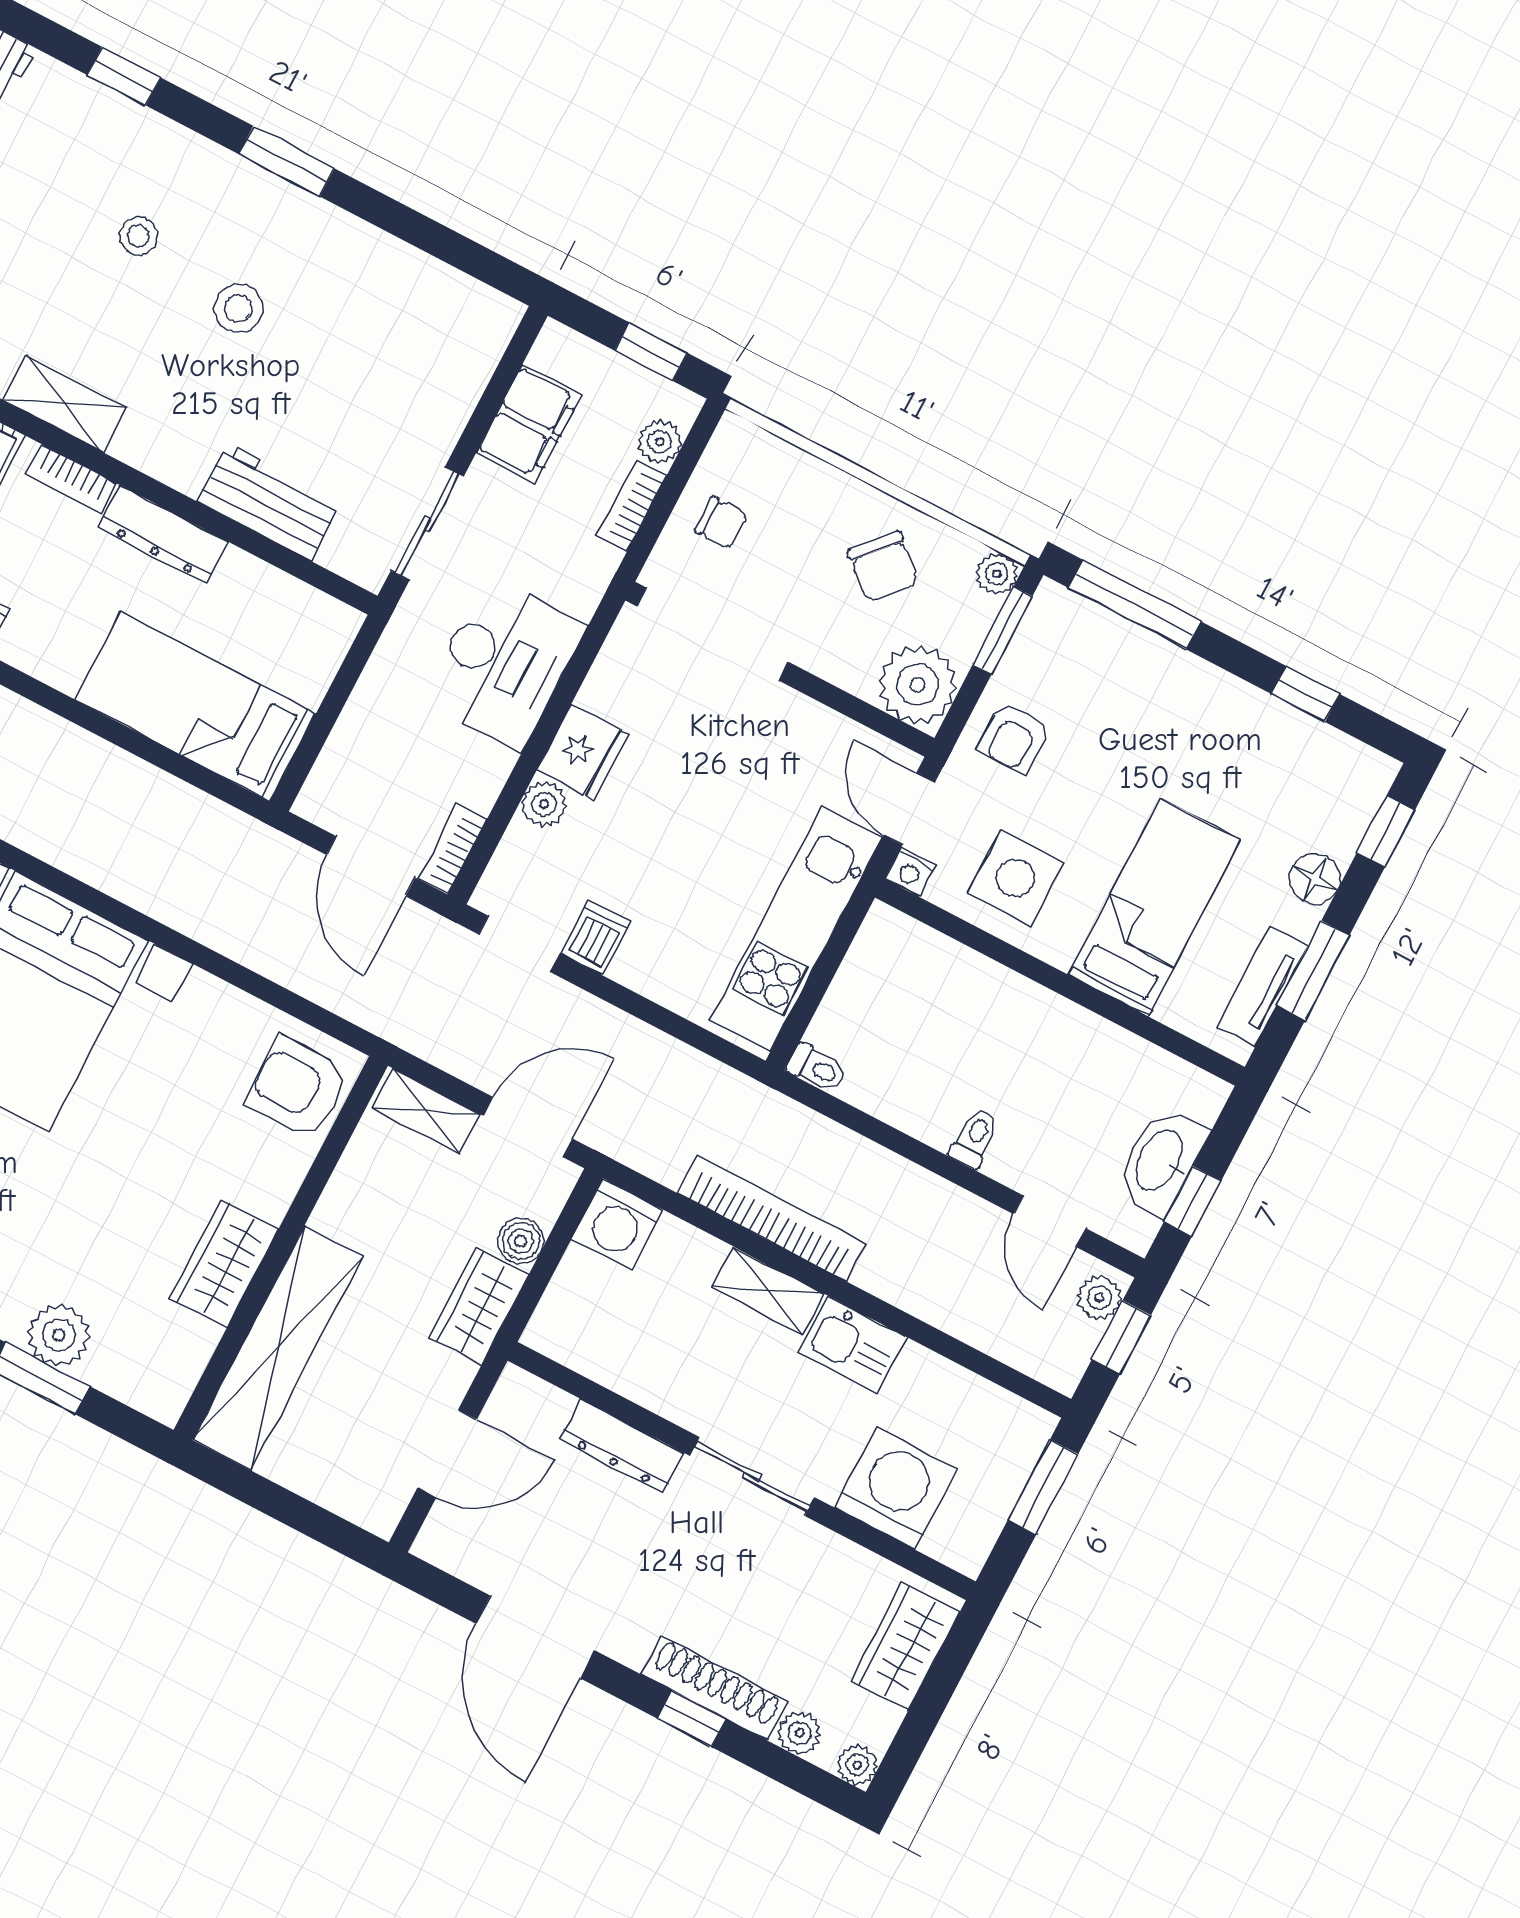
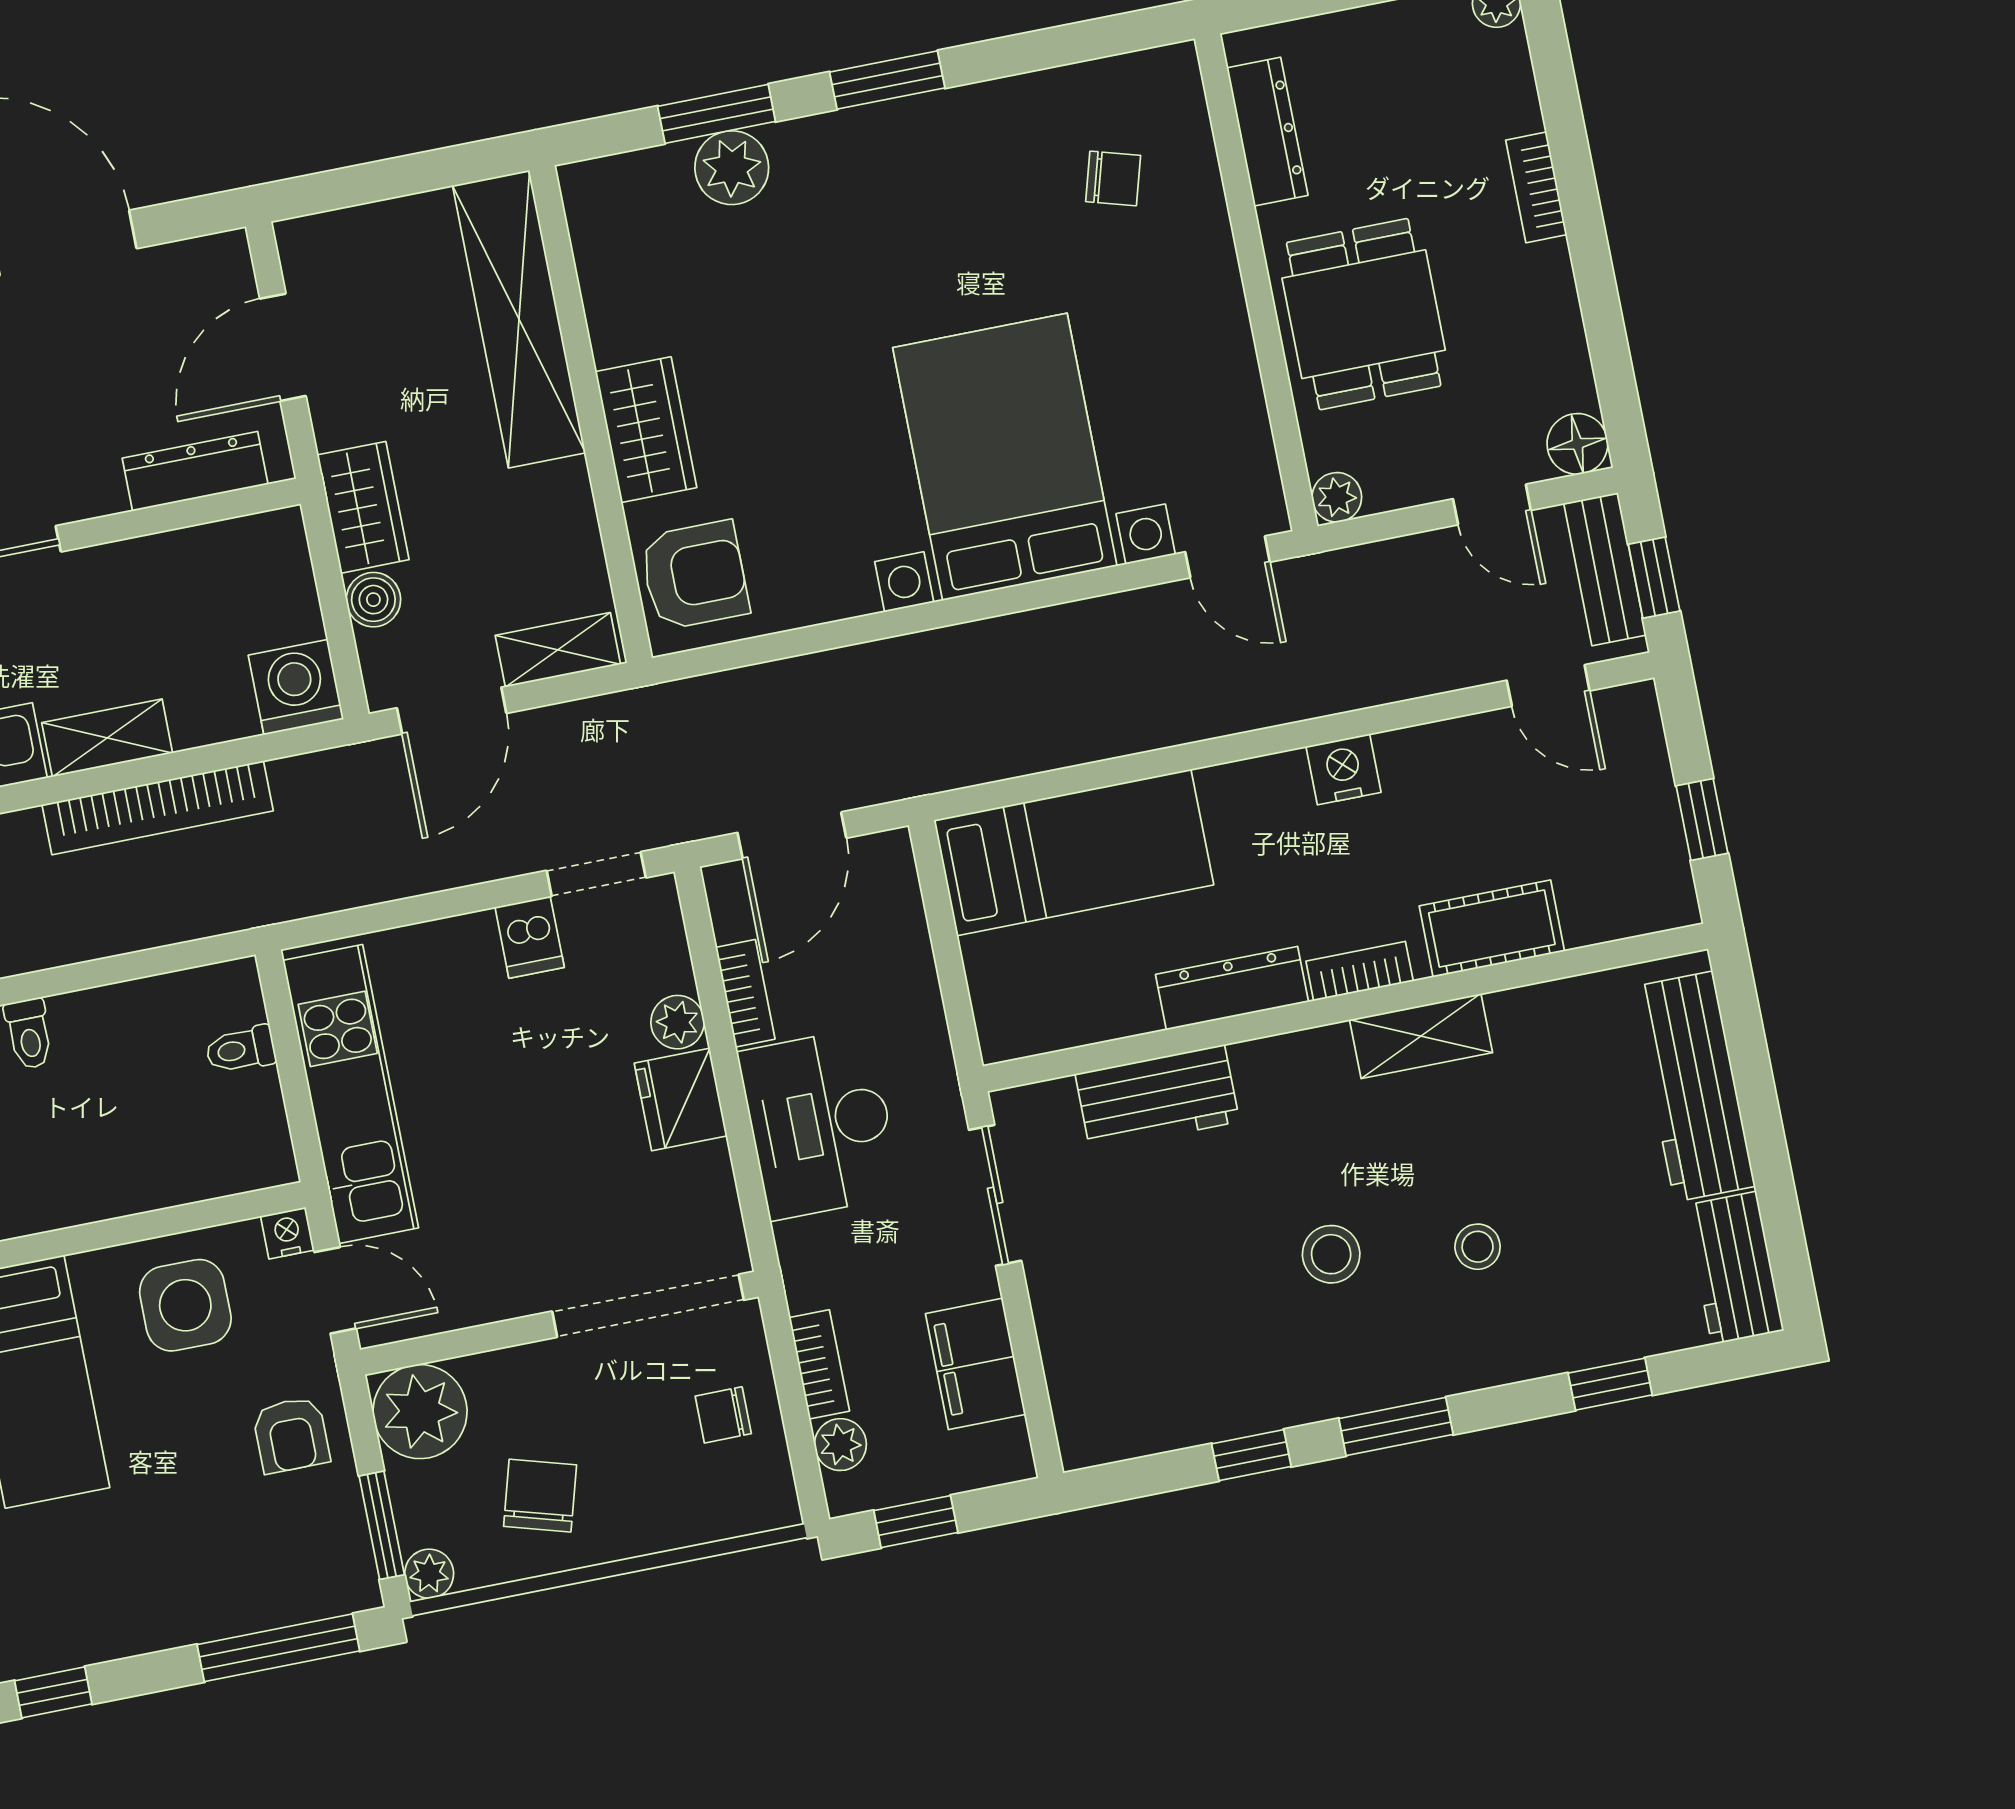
window: (396, 219) -> (1251, 1455), added
chair: (883, 567) -> (540, 1496), turned 64
armchair: (1014, 737) -> (291, 1435), turned 180
bookcase: (452, 849) -> (745, 993), moved
door: (371, 866) -> (792, 835), swing flipped
toilet: (817, 1068) -> (241, 1050), moved
wardrobe: (224, 1263) -> (646, 430), moved
dresser: (622, 1446) -> (195, 471), moved

